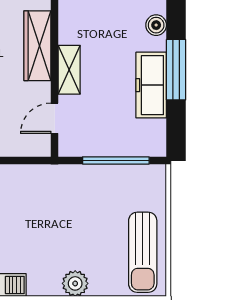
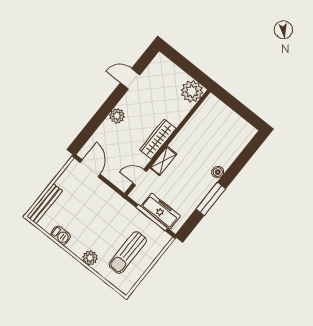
freezer: (151, 85) -> (161, 211), moved, turned 90
sun lounger: (143, 252) -> (128, 252), moved

